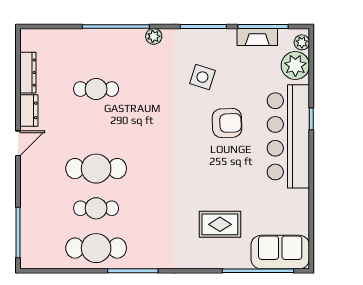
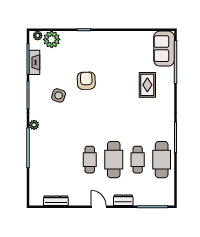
cafe table: (96, 89) -> (90, 160), moved
dresser: (29, 110) -> (123, 200), moved
bar counter: (288, 136) -> (94, 44), removed

